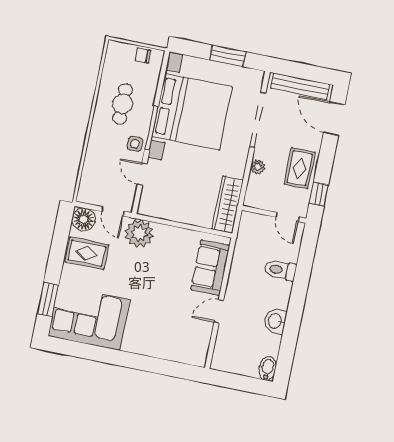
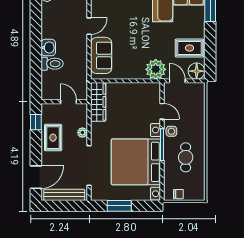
door: (334, 119) -> (36, 177), hinge flipped
door: (287, 217) -> (68, 102), moved
washbasin: (275, 321) -> (48, 48), moved

